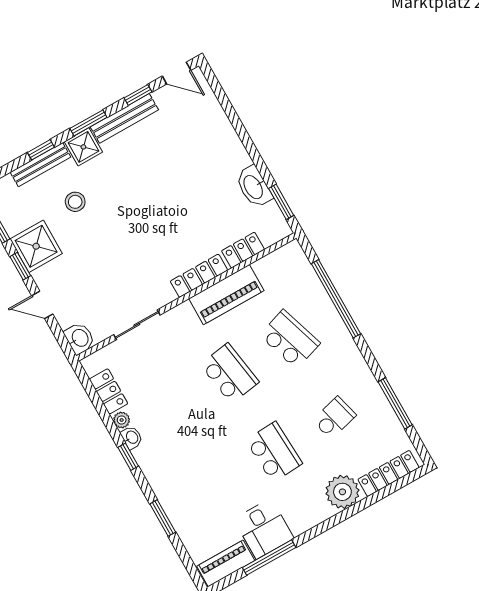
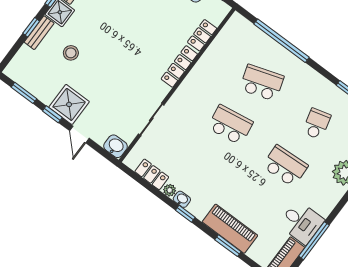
bench: (41, 165) -> (39, 33), width x0.73
shower: (36, 246) -> (69, 104), moved
piano: (226, 295) -> (230, 229), moved, turned -90
door: (42, 305) -> (79, 134), hinge flipped

